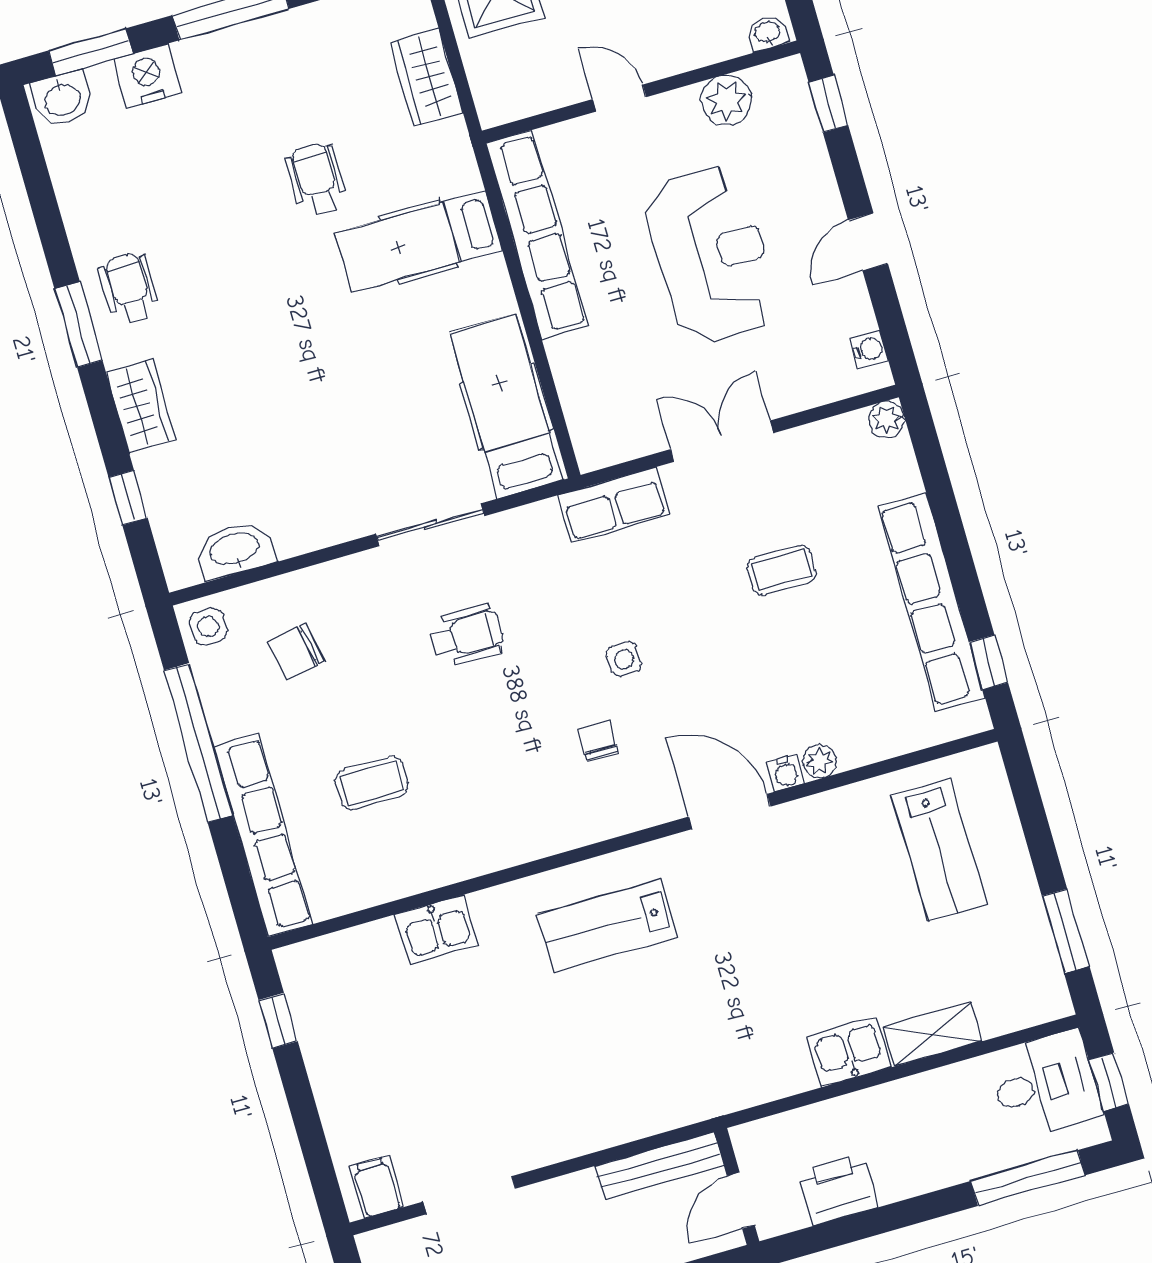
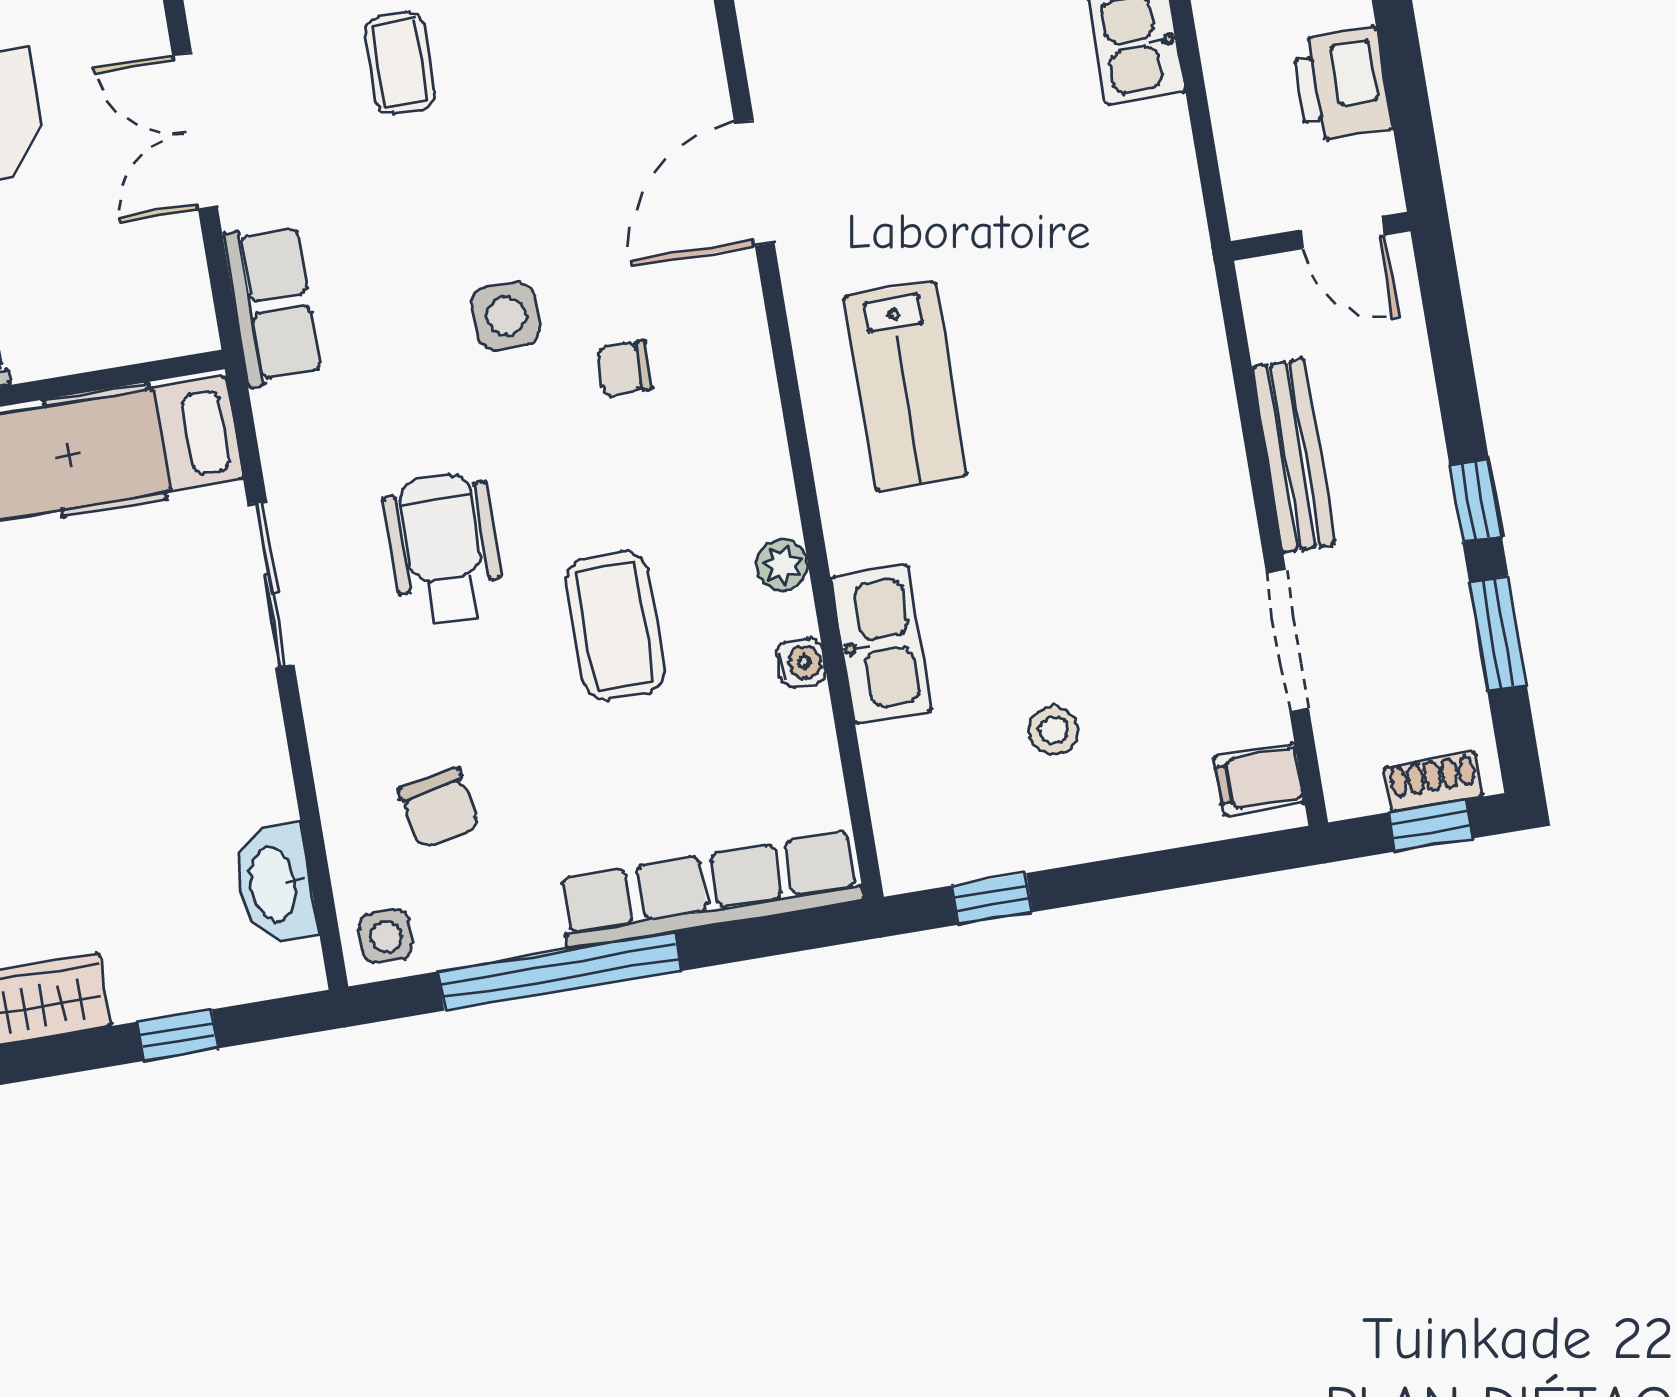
wheelchair: (466, 635) -> (444, 549), width x1.36, depth x1.37
side table: (624, 659) -> (506, 316), width x1.37, depth x1.37
plant: (820, 761) -> (782, 565), moved
water cooler: (786, 773) -> (801, 663), moved
coffee table: (372, 783) -> (615, 626), moved, width x1.36, depth x1.30
kitchen sink: (437, 929) -> (881, 644), width x1.38
stool: (393, 1049) -> (1054, 731), added
bench: (659, 1166) -> (1293, 456), moved

